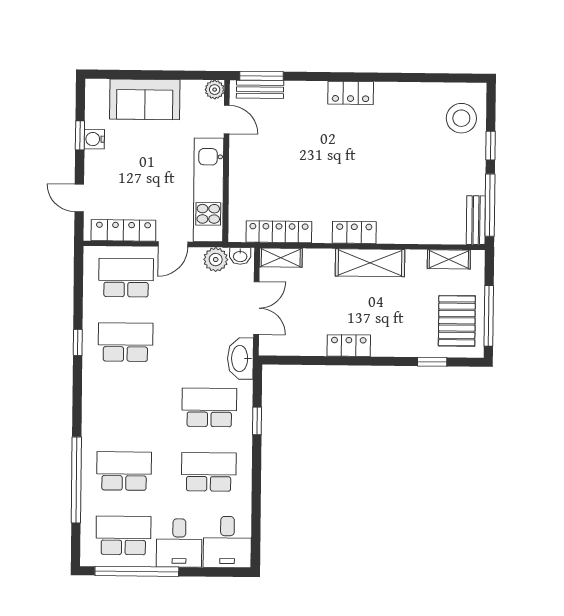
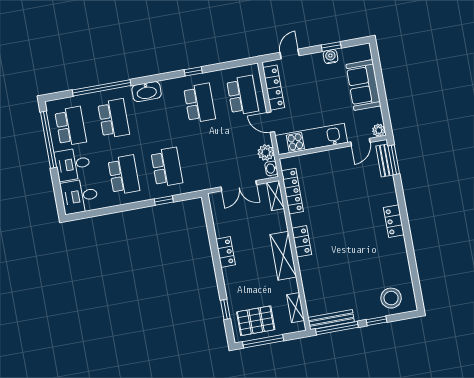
bench: (476, 220) -> (331, 320), width x1.36
washbasin: (240, 359) -> (147, 92), moved, turned 180

